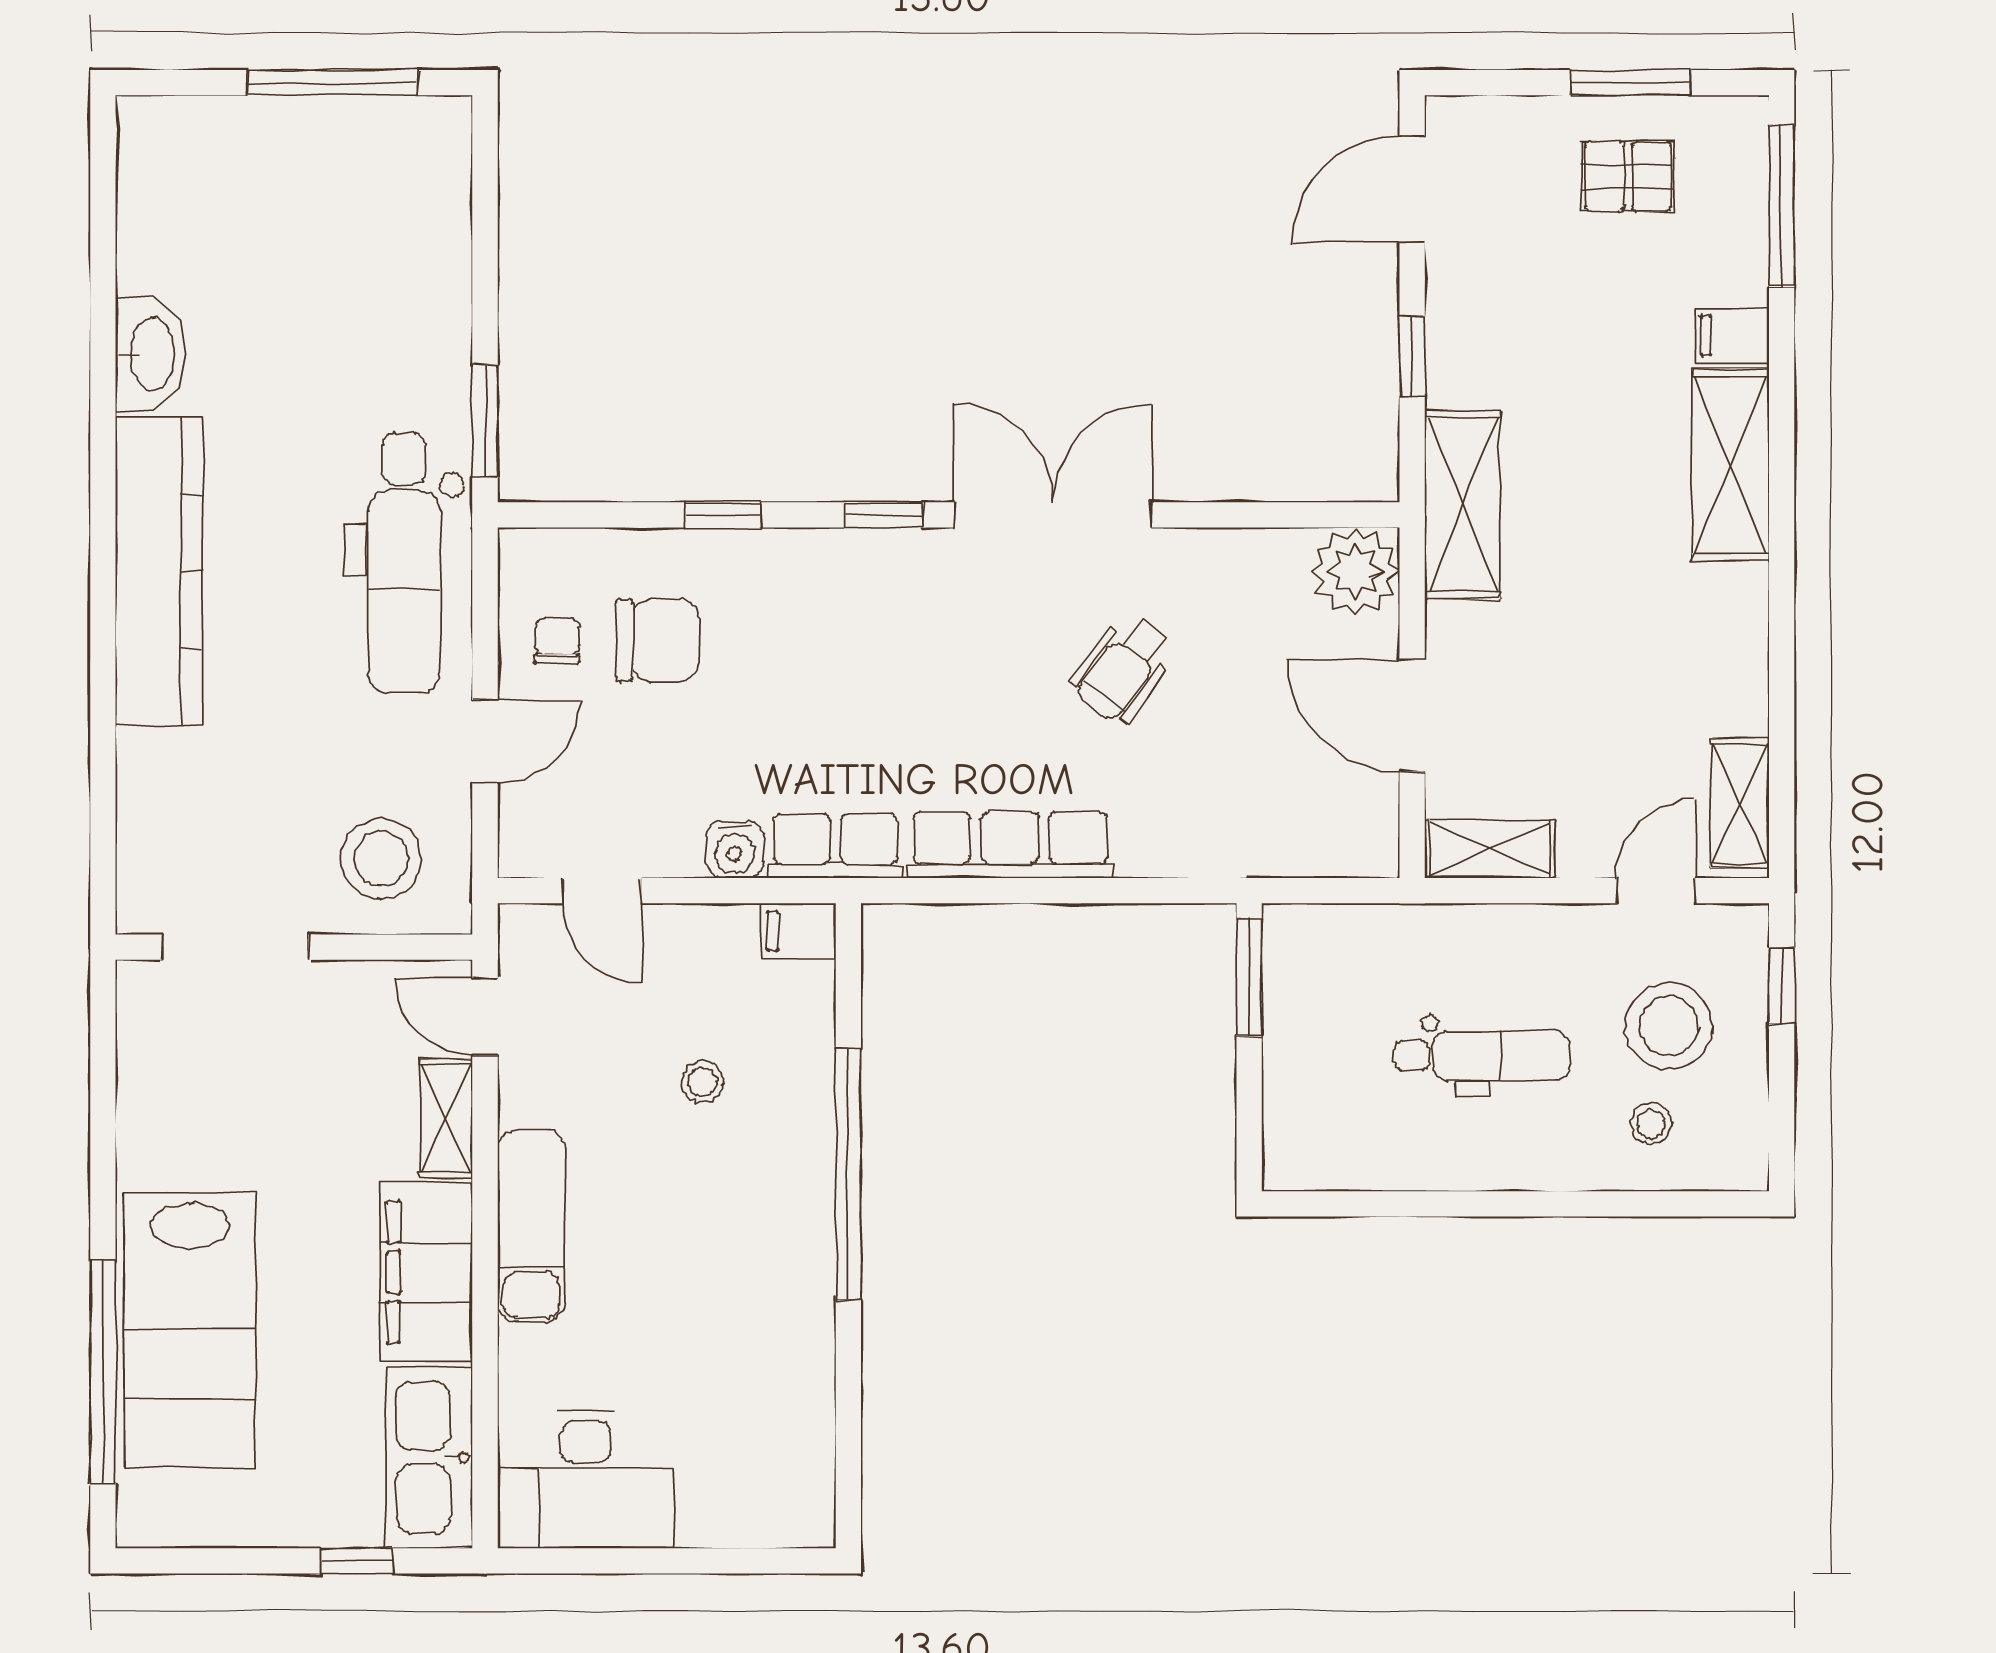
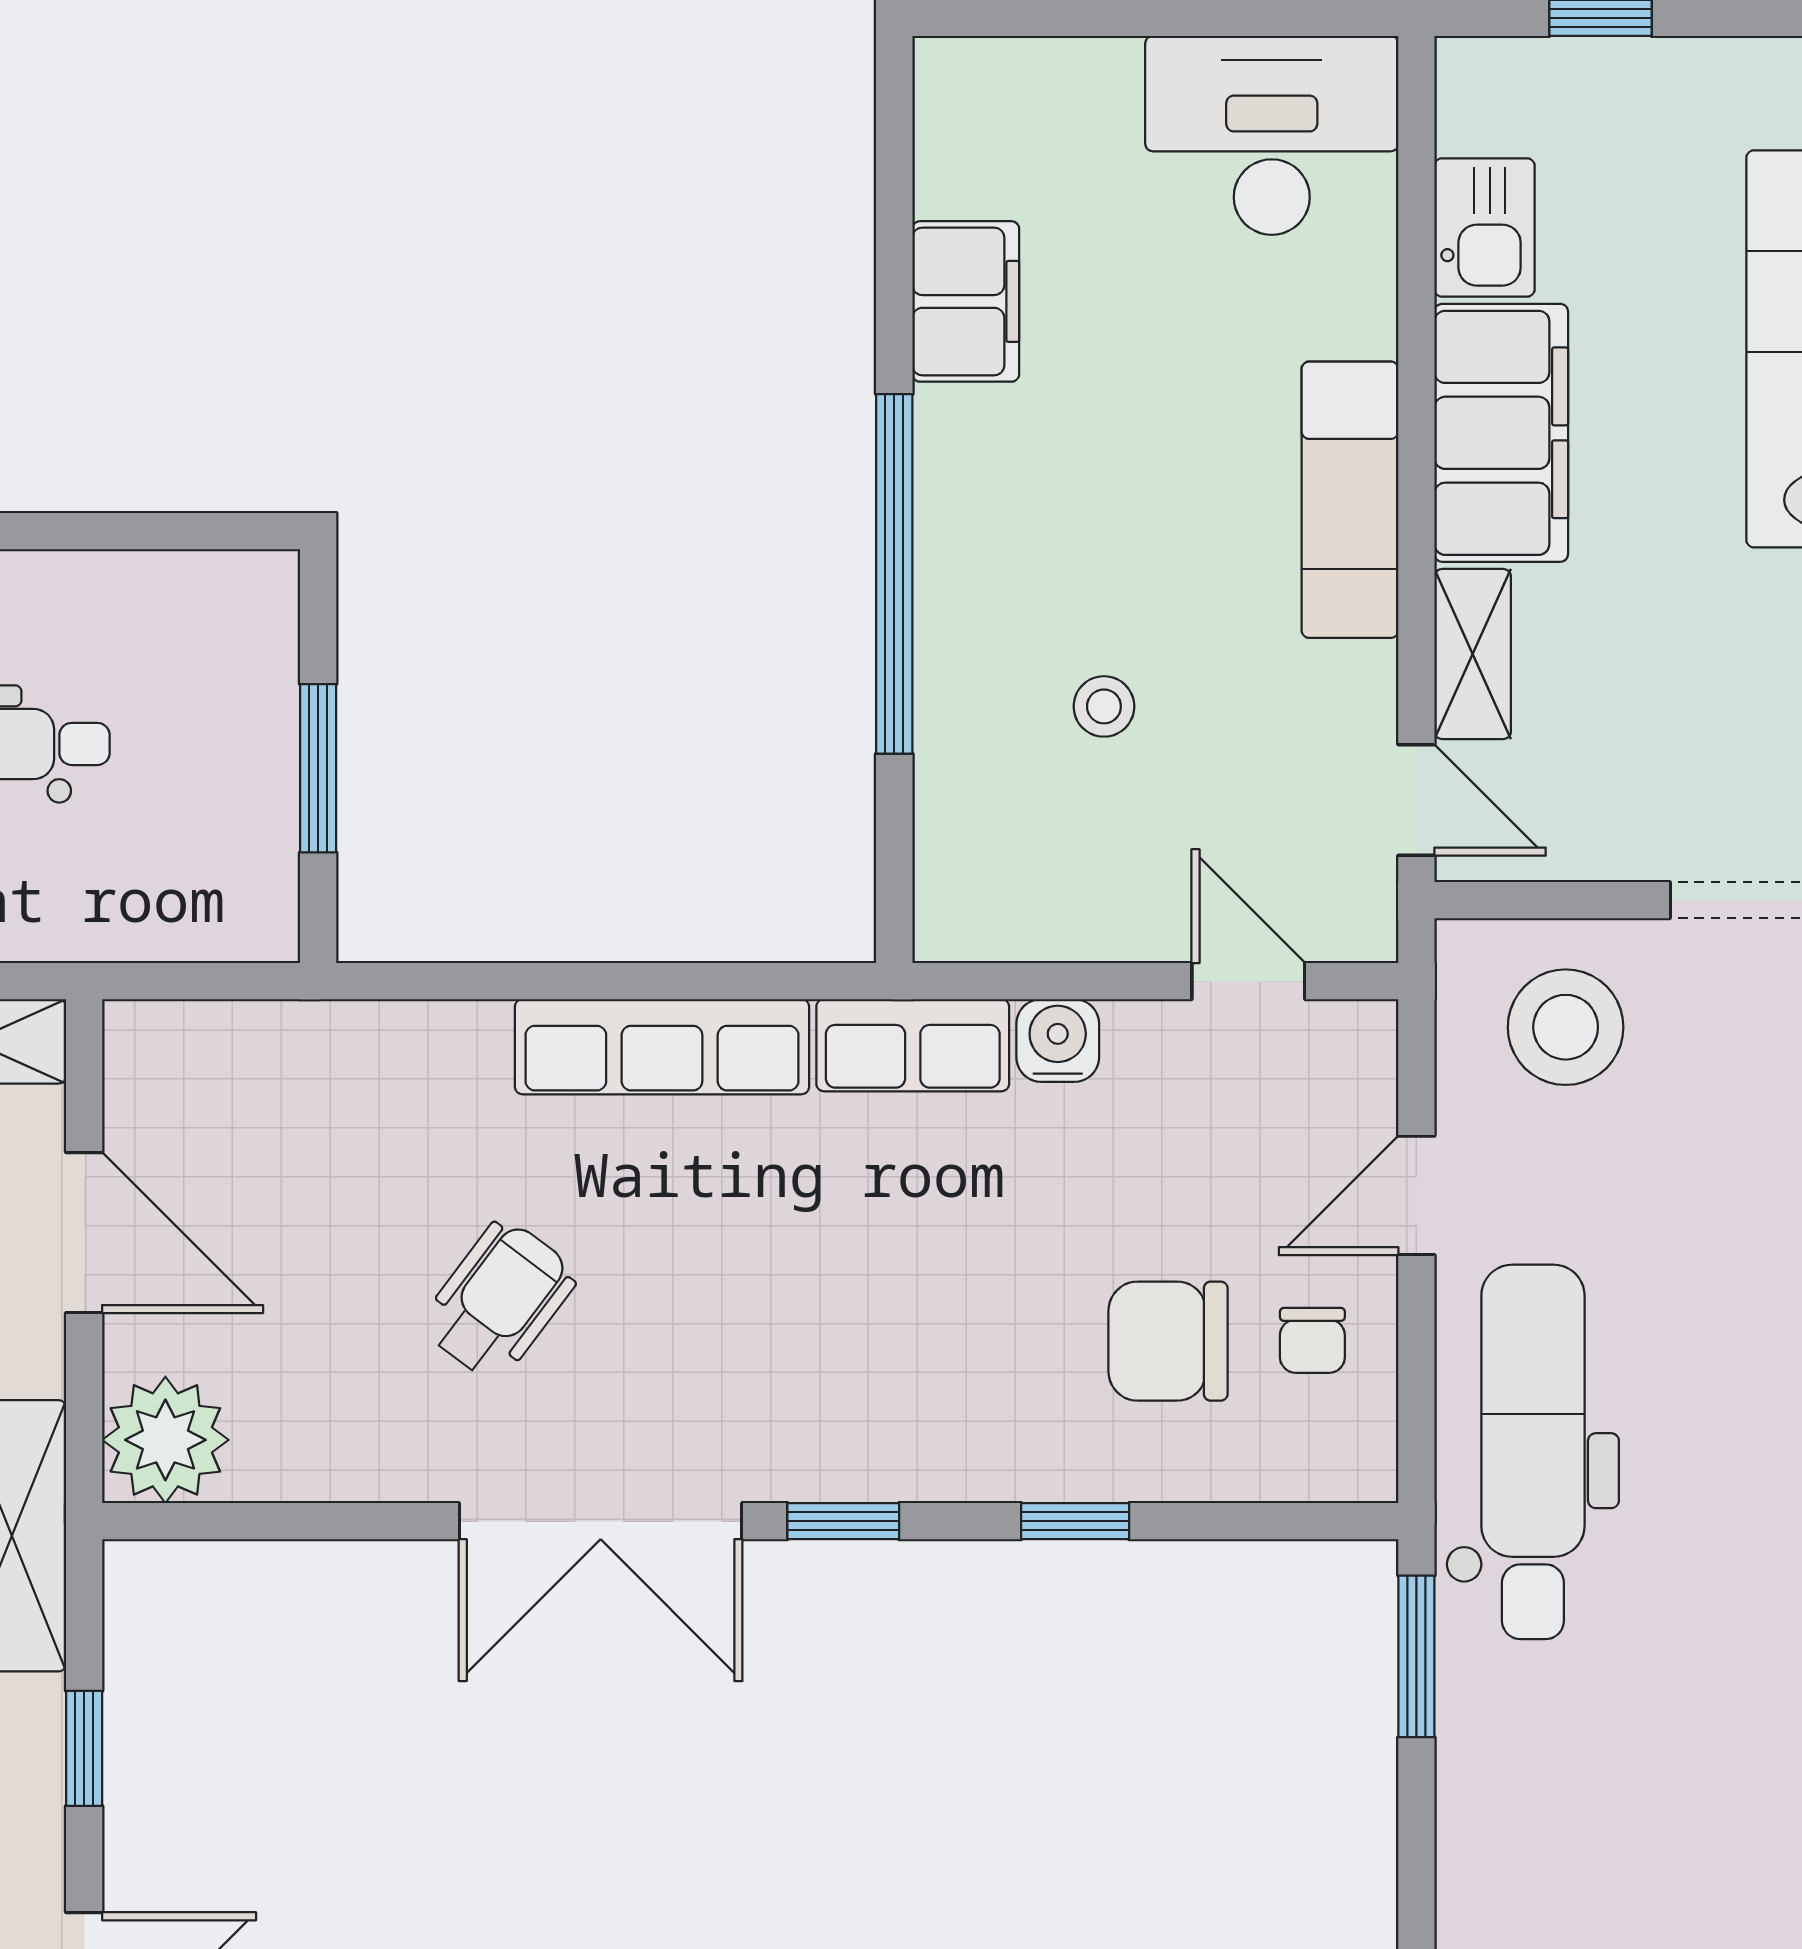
filing cabinet: (799, 931) -> (966, 301), moved, width x2.00
window: (1249, 978) -> (318, 768), moved
kitchen sink: (429, 1457) -> (1485, 227), width x0.53, depth x0.81

